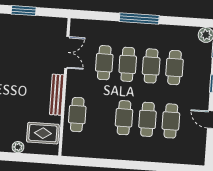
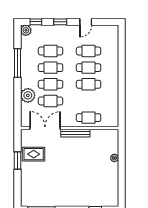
window: (139, 18) -> (18, 63), moved
plant: (114, 31) -> (28, 95), added
double door: (67, 52) -> (45, 128), width x1.37
rug: (43, 133) -> (34, 154), moved, turned 90

